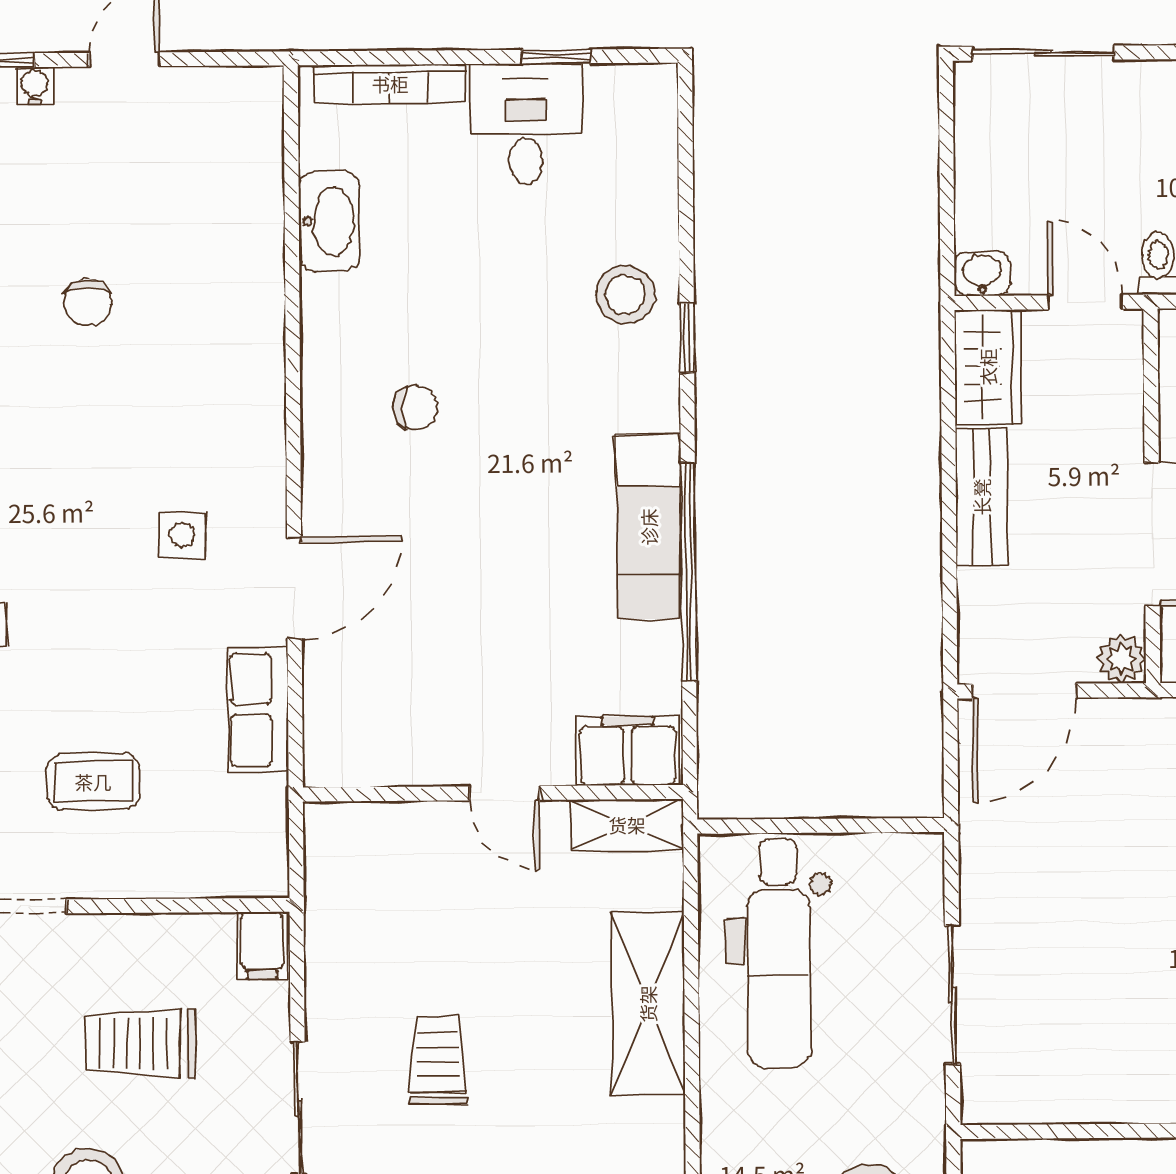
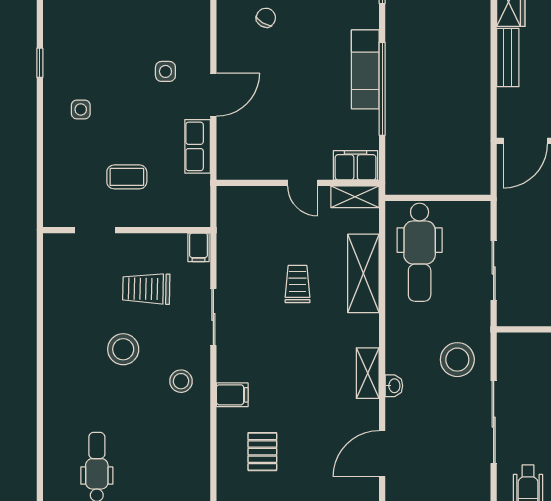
chair: (416, 408) -> (266, 18), turned -59
trolley: (438, 1061) -> (297, 284), moved

